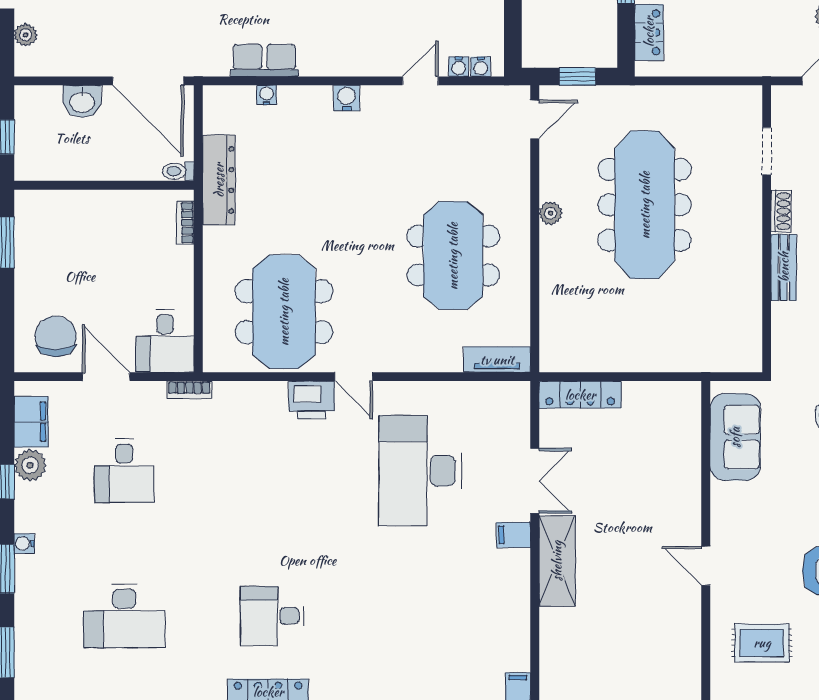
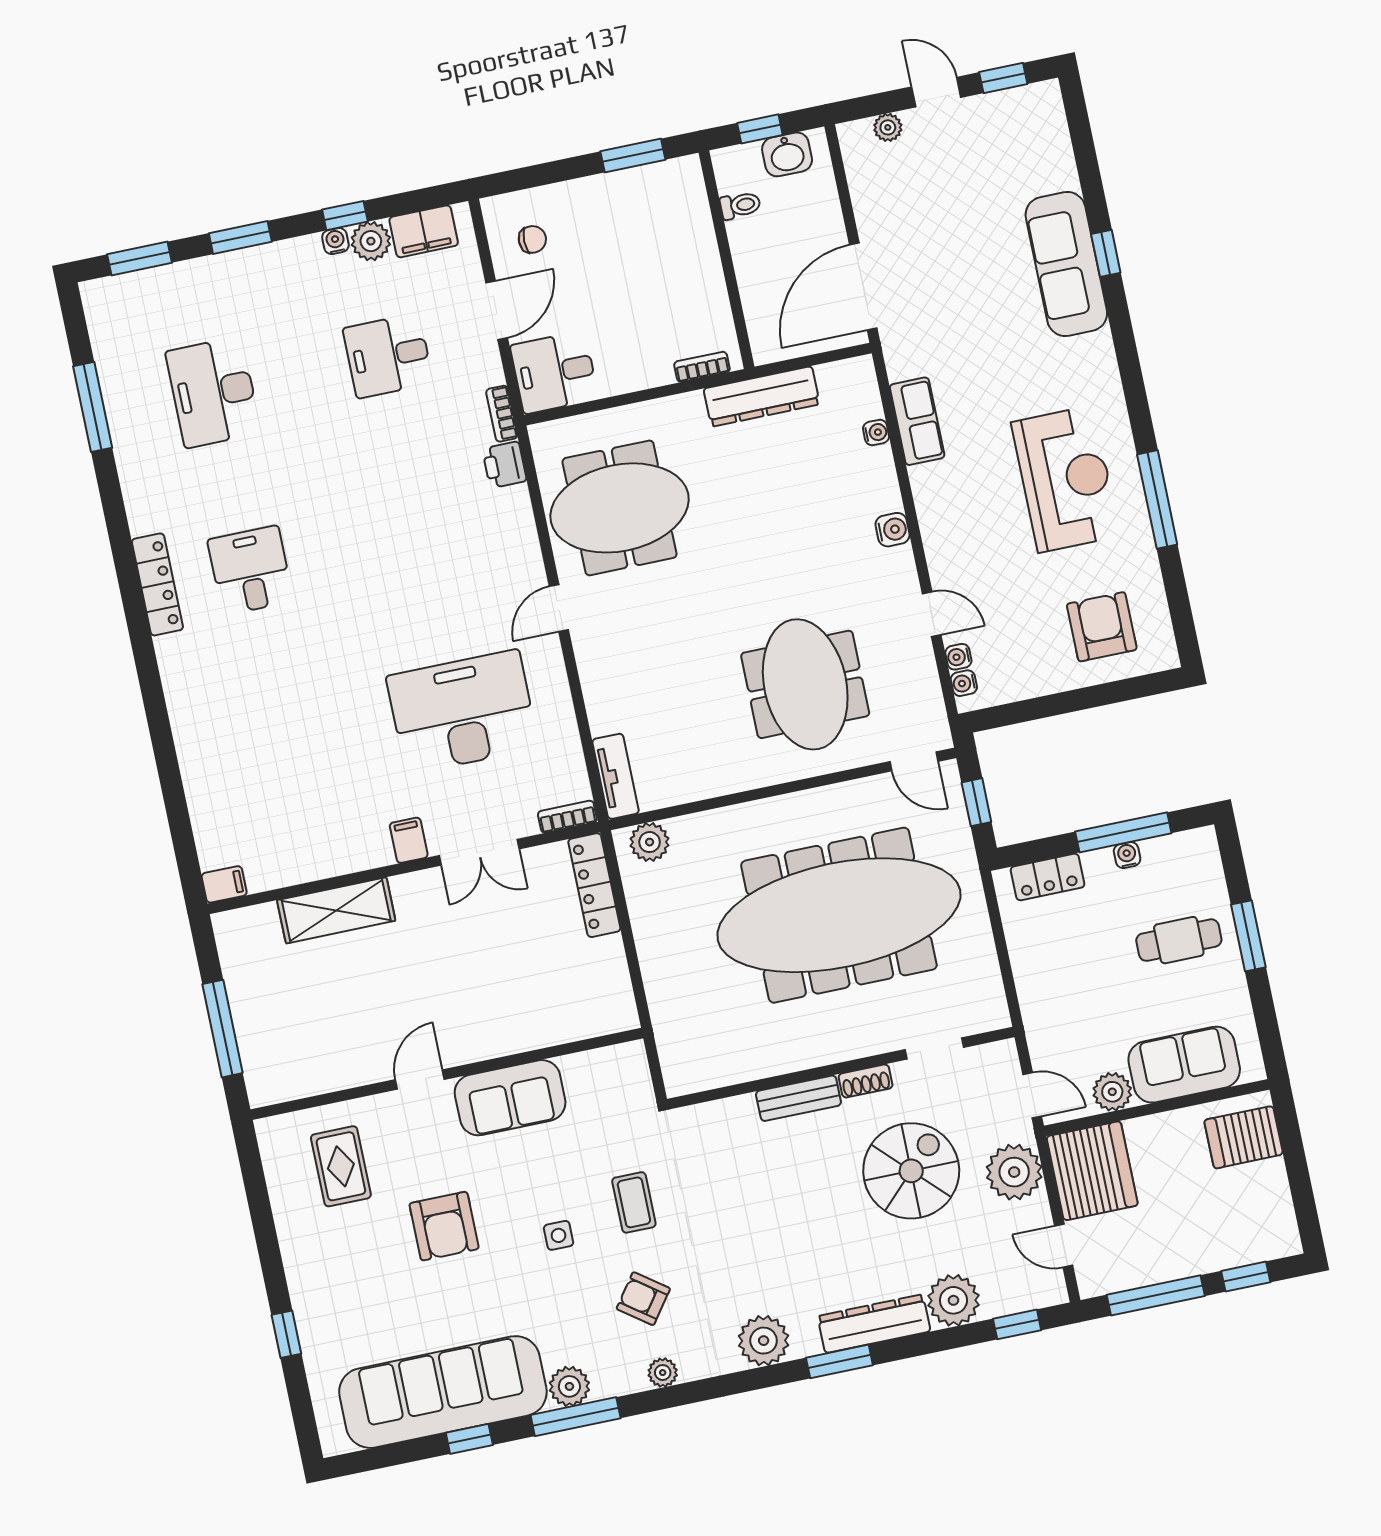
washbasin: (82, 101) -> (787, 154), moved, turned -90
toilet: (178, 171) -> (740, 205), moved, turned 90
meeting table: (645, 205) -> (839, 915), width x1.36, depth x1.27
plant: (551, 213) -> (650, 842), moved, width x1.38, depth x1.38
meeting table: (453, 256) -> (805, 684), moved, turned 90
chair: (56, 336) -> (532, 239), width x0.54, depth x0.54
printer: (312, 400) -> (504, 465), moved, width x0.73, depth x0.81
bookcase: (521, 405) -> (567, 817), added
sofa: (735, 437) -> (510, 1098), moved
water cooler: (24, 544) -> (335, 241), moved
shelving: (557, 561) -> (336, 910), moved

